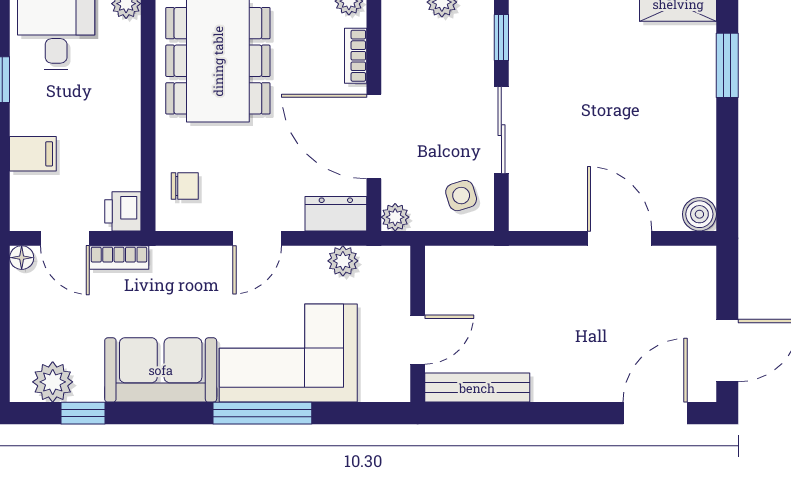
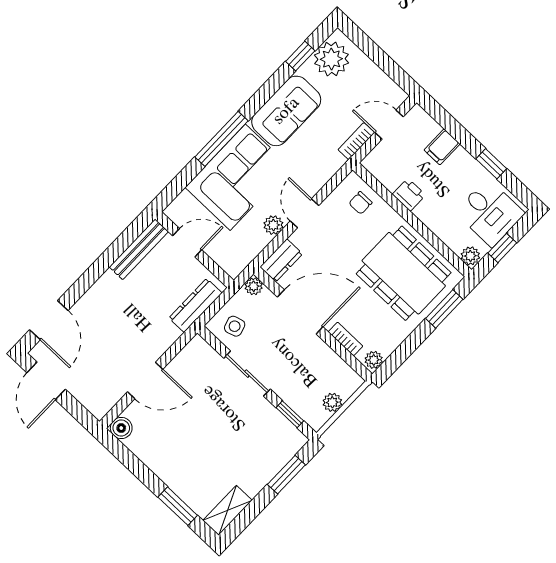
printer: (123, 211) -> (409, 195), moved
floor lamp: (22, 258) -> (399, 96), removed
plant: (343, 261) -> (273, 225), moved
dresser: (480, 263) -> (195, 305), added
door: (418, 340) -> (187, 243), swing flipped
plant: (53, 382) -> (331, 59), width x1.36, depth x1.36

